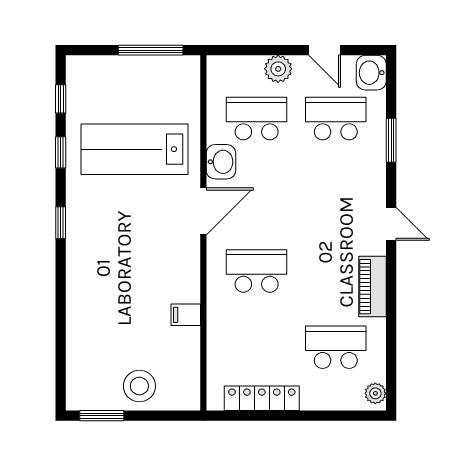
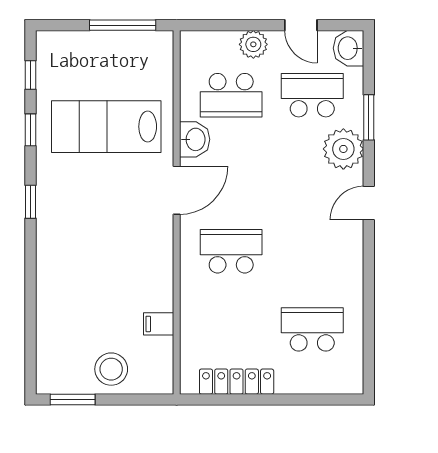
school desk: (257, 119) -> (231, 95), turned 180
door: (391, 224) -> (369, 203), swing flipped
piano: (372, 287) -> (350, 267), removed
filing cabinet: (186, 315) -> (159, 324), moved
plant: (375, 393) -> (343, 149), moved, width x1.87, depth x1.87

